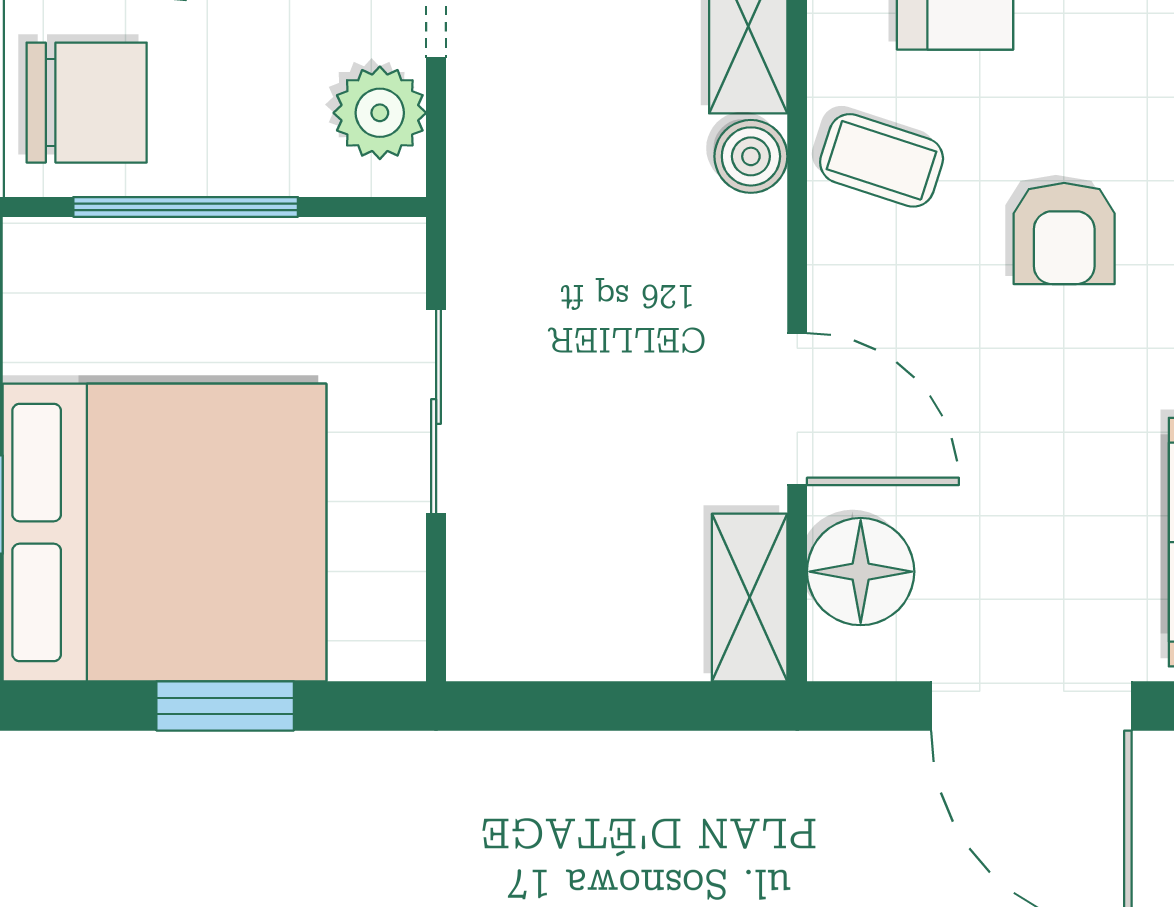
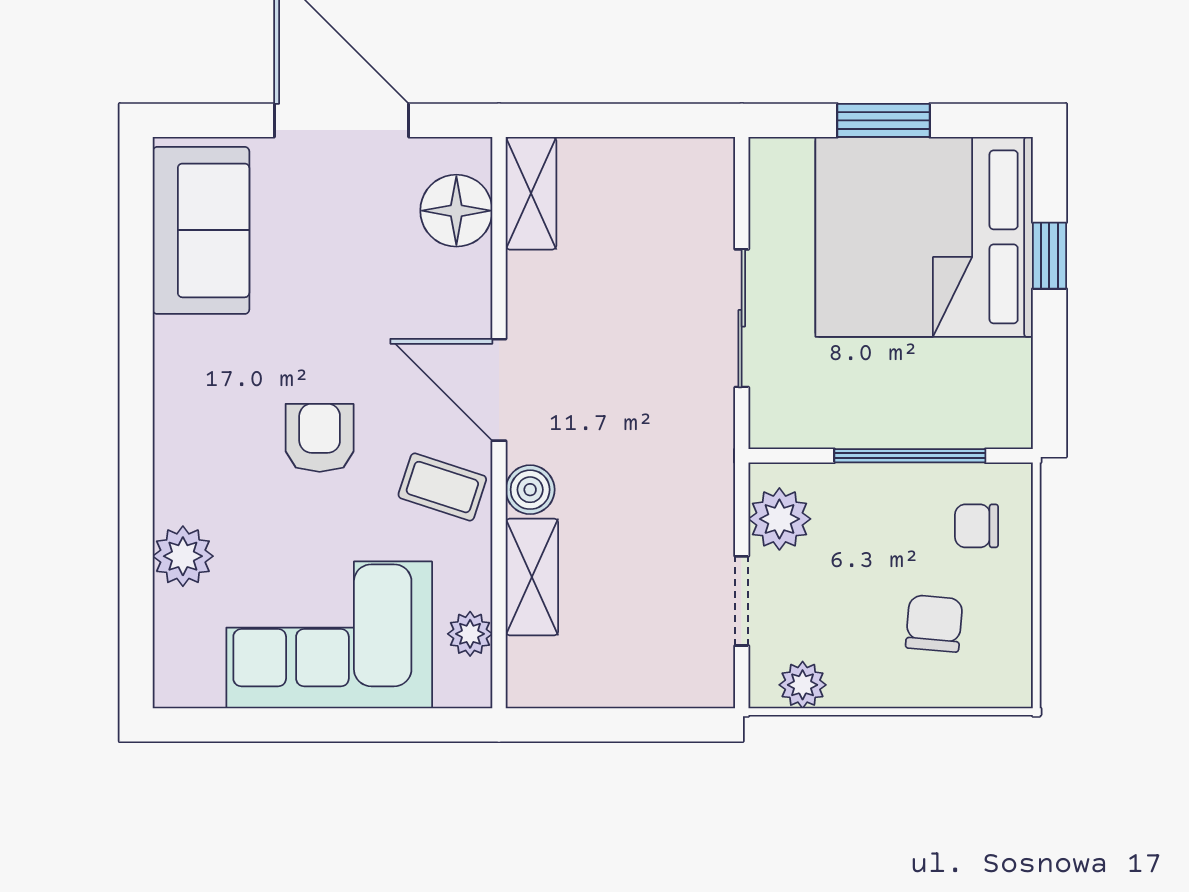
chair: (87, 103) -> (977, 526), width x0.54, depth x0.54
door: (797, 409) -> (499, 390), moved

